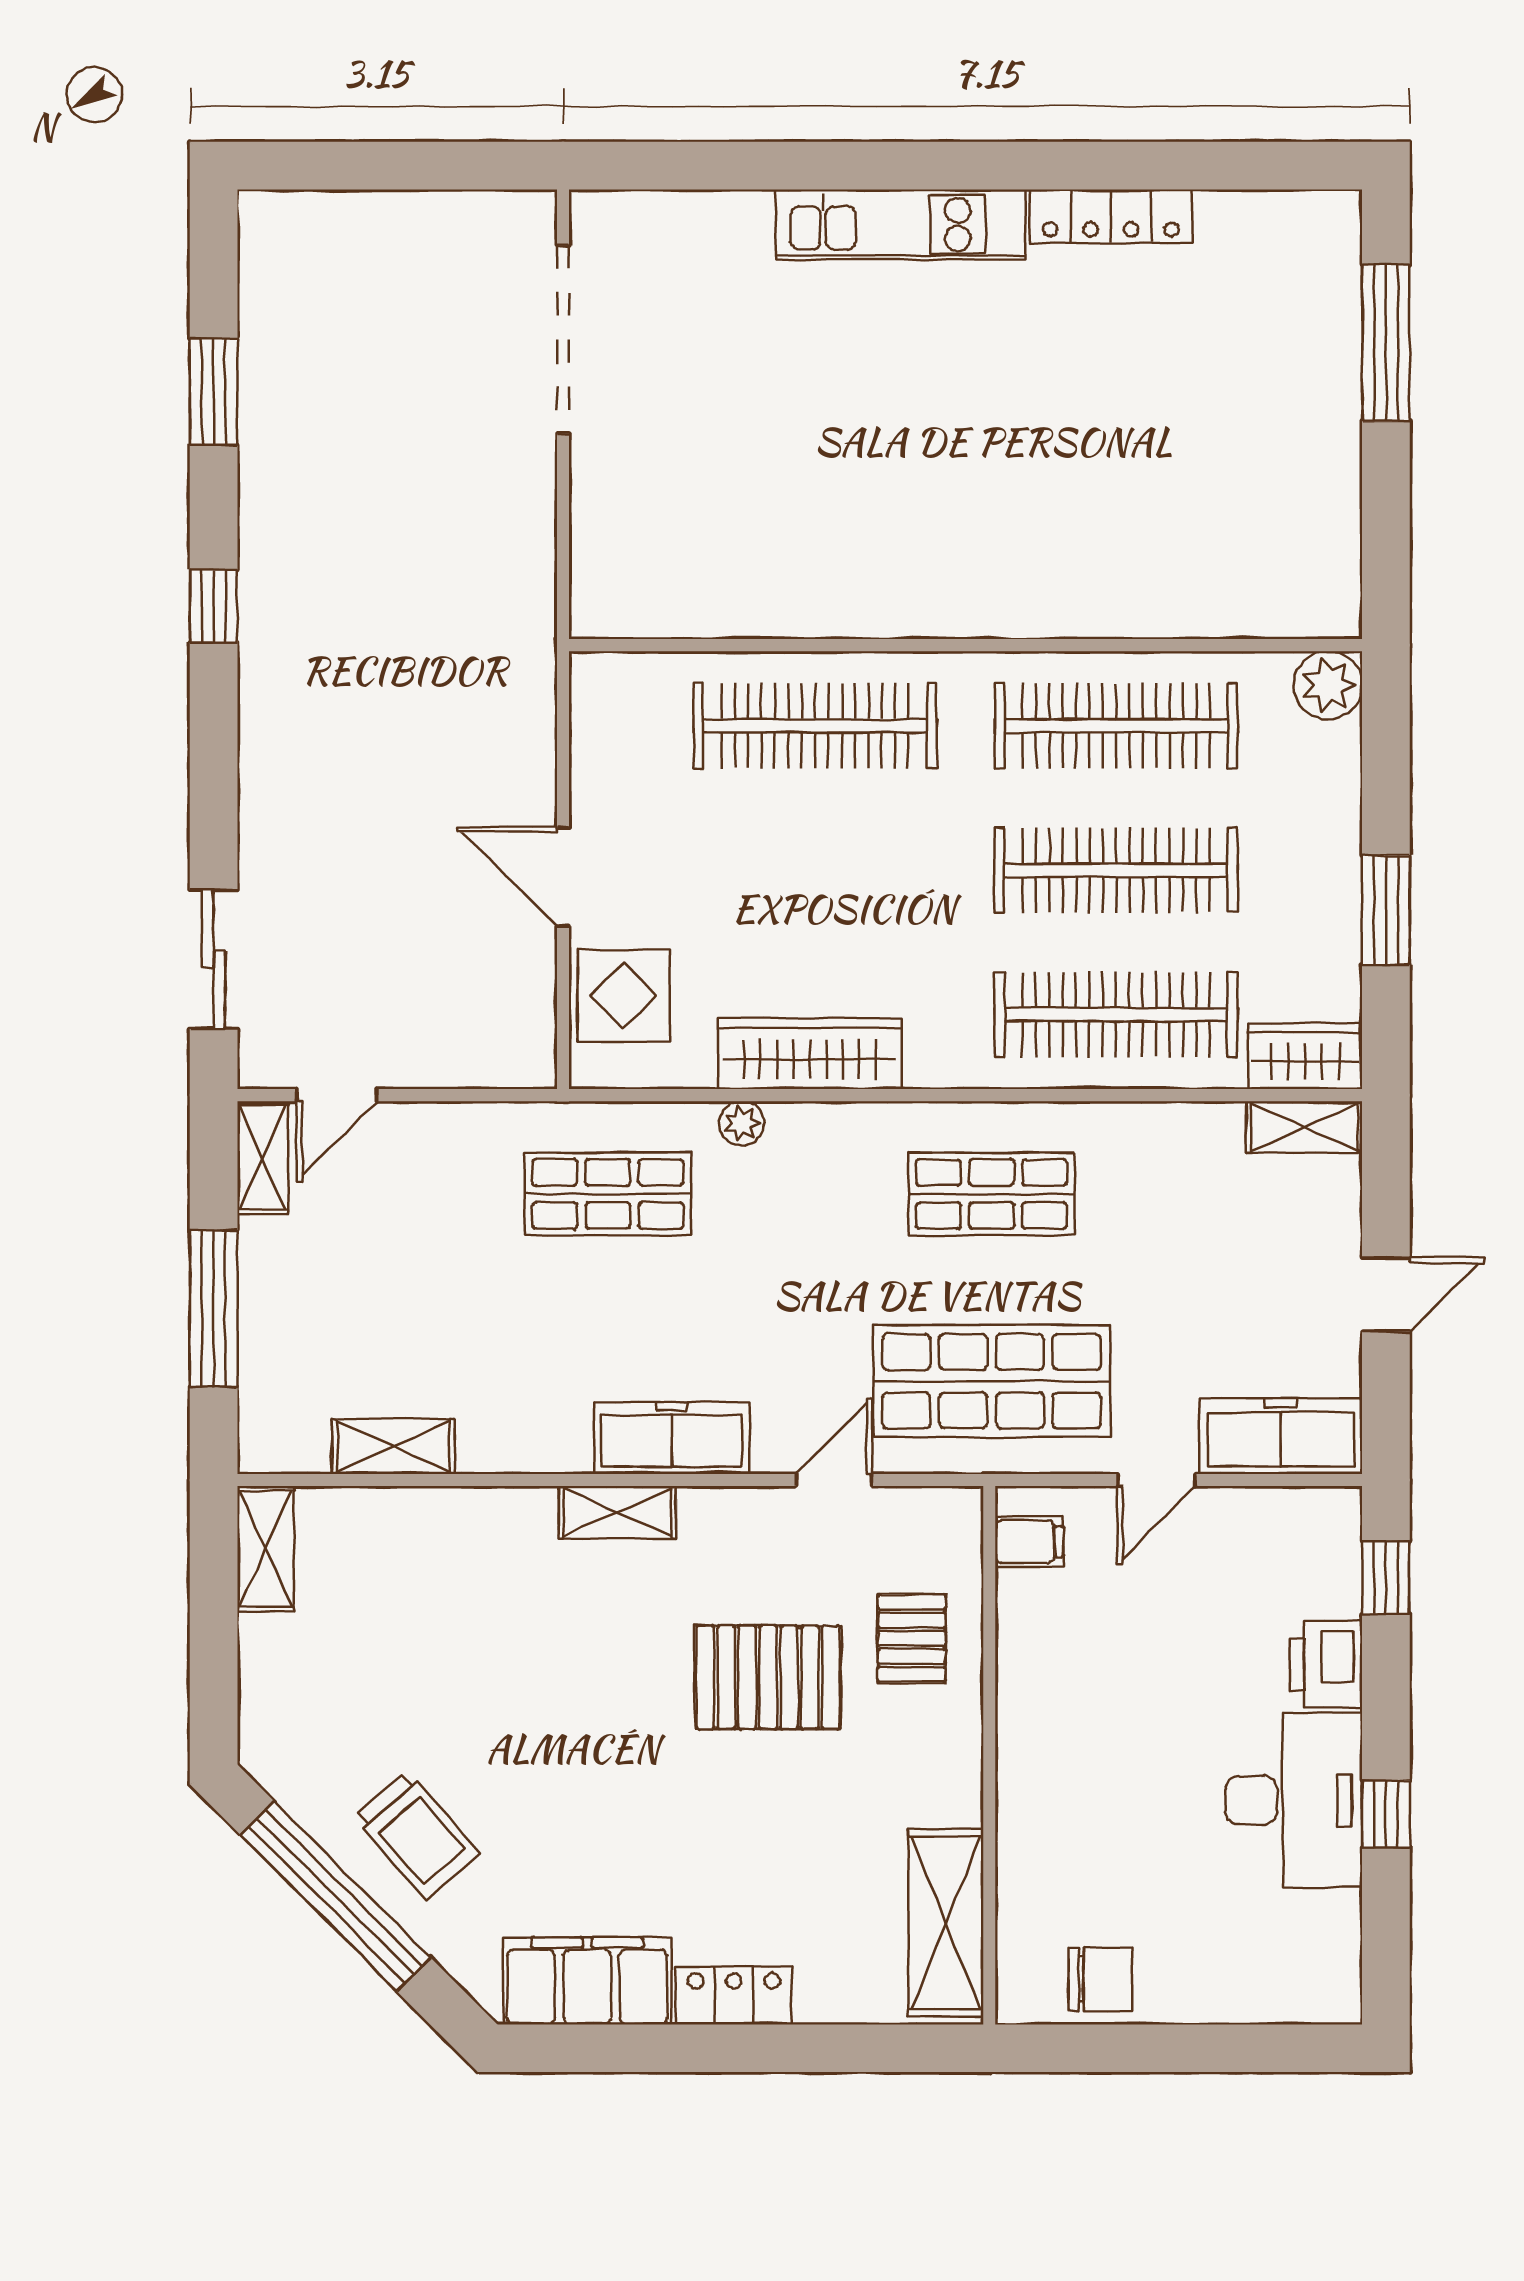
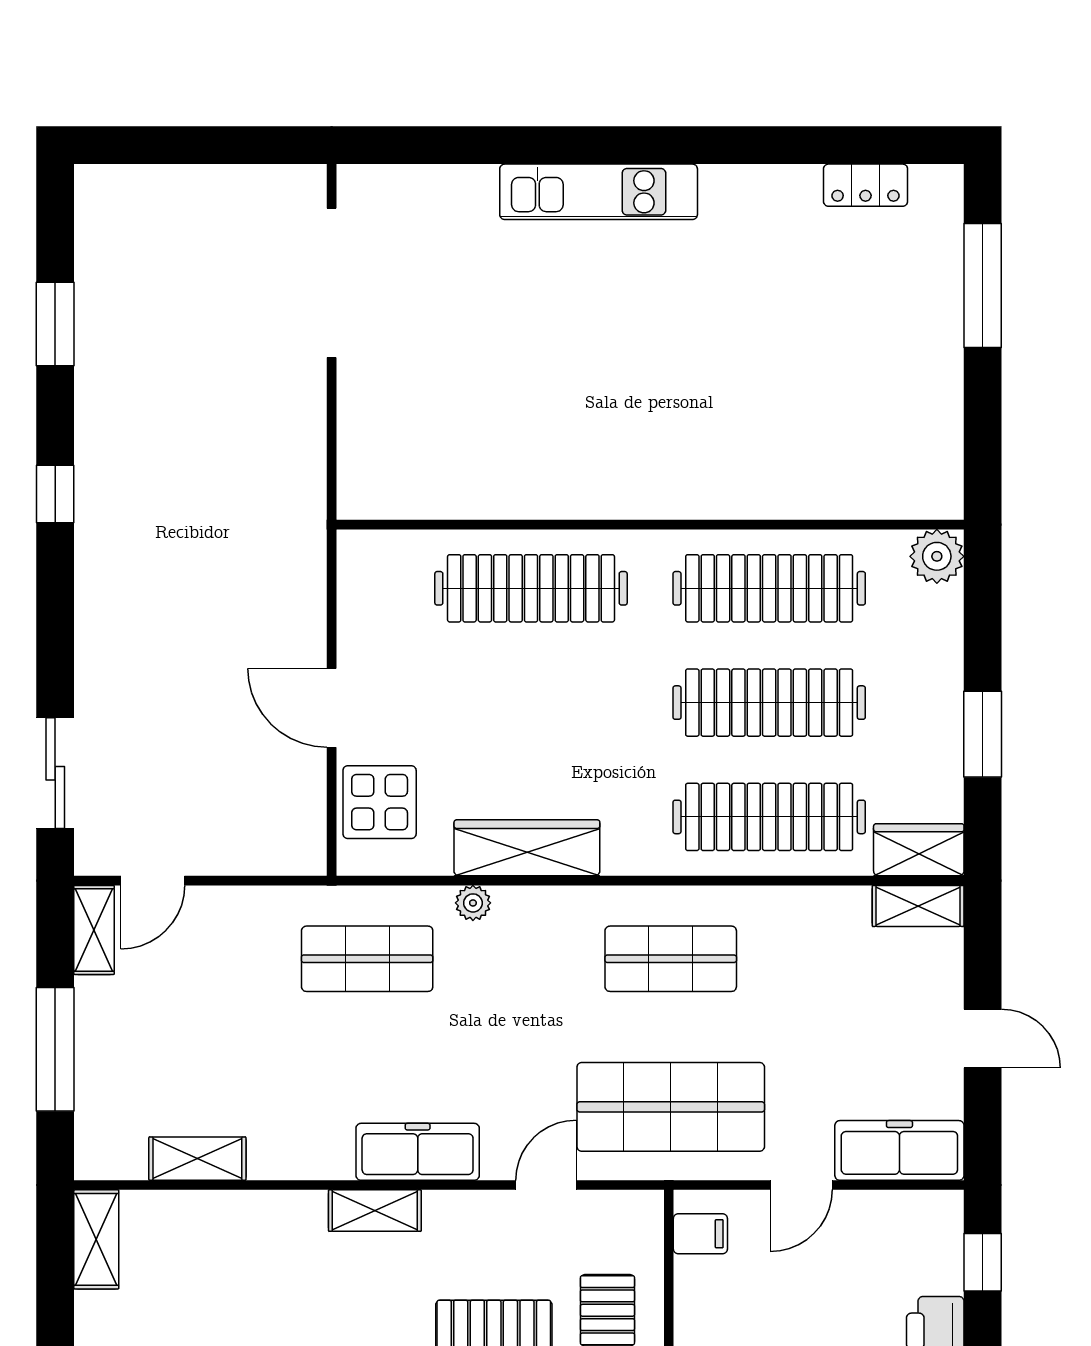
locker: (1111, 216) -> (866, 185), moved, width x0.66
door: (1386, 1295) -> (983, 1038), hinge flipped

